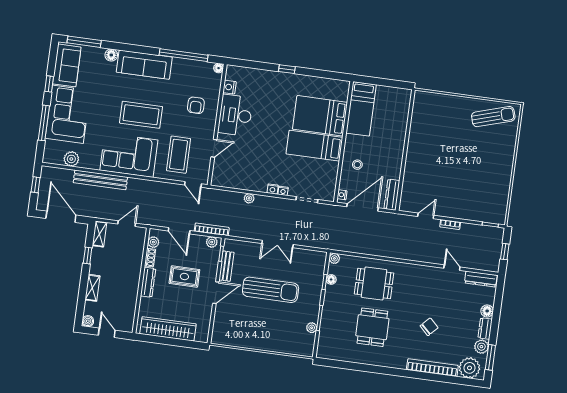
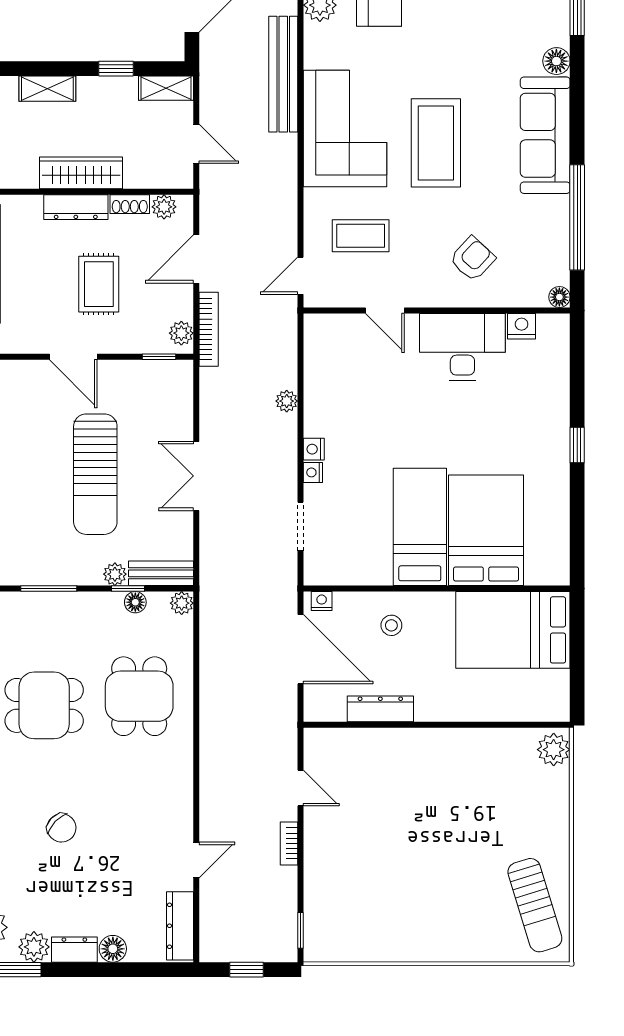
plant: (424, 99) -> (554, 750), added
armchair: (196, 105) -> (472, 259), turned 133
bed: (361, 109) -> (513, 630), width x1.50
coffee table: (179, 155) -> (361, 236), width x0.73, depth x0.76
dresser: (392, 195) -> (380, 709), moved
bench: (226, 266) -> (161, 573), moved
wardrobe: (133, 278) -> (81, 173), added
plant: (312, 328) -> (115, 574), moved

